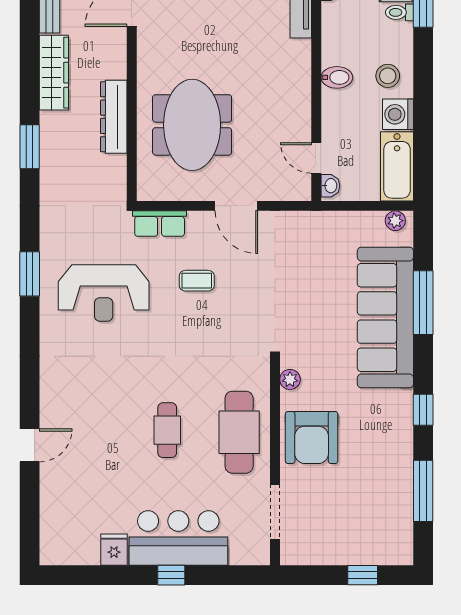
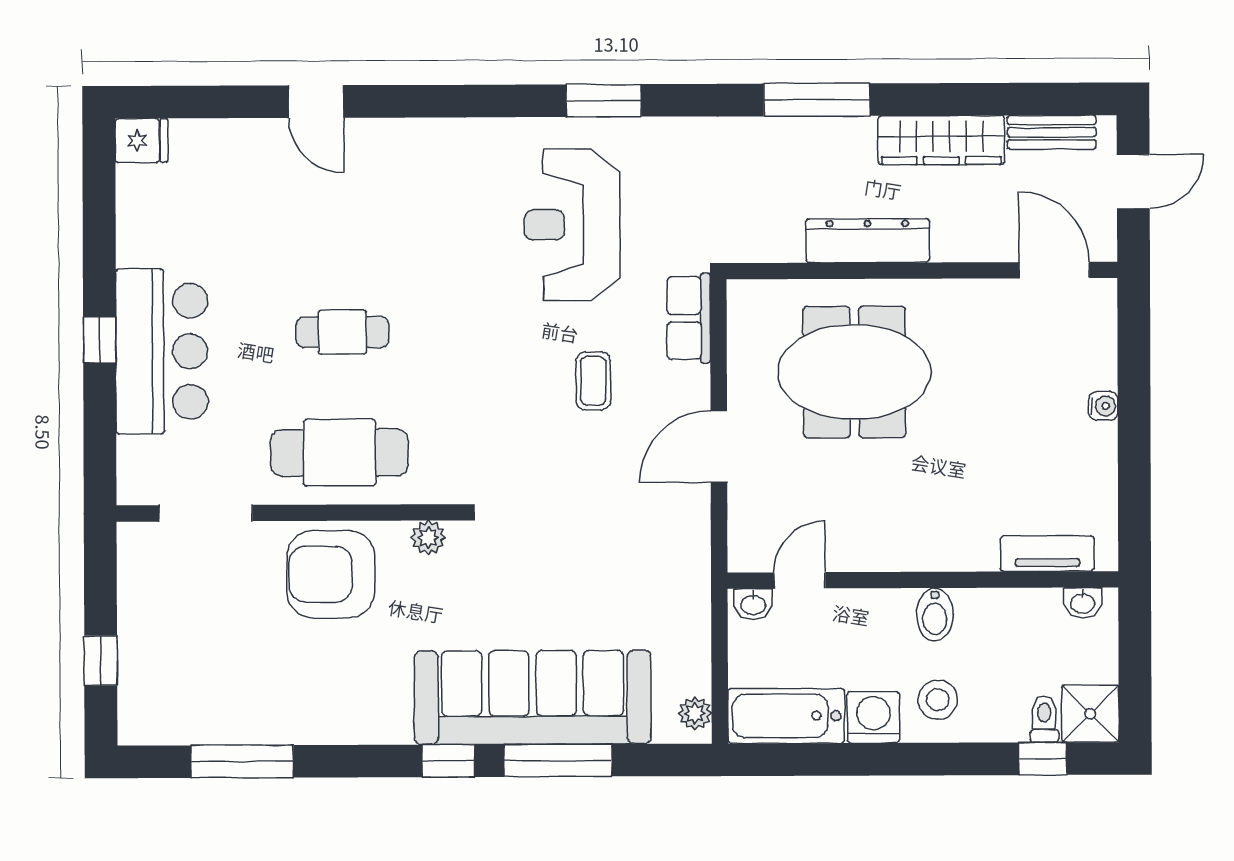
window: (30, 147) -> (817, 100), width x1.44
window: (423, 410) -> (448, 761), moved
fridge: (114, 550) -> (141, 141), moved

